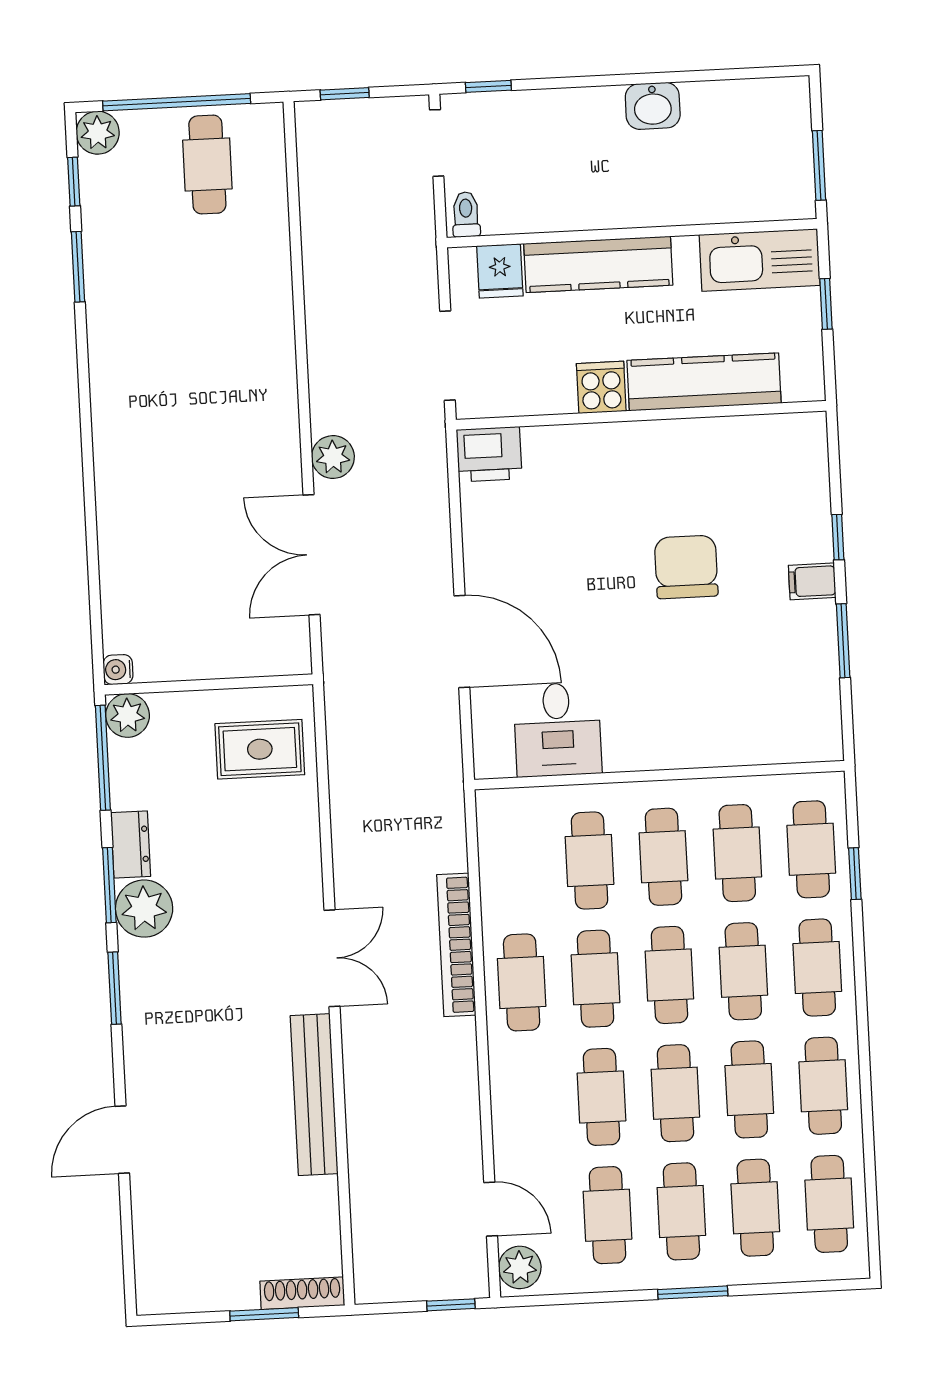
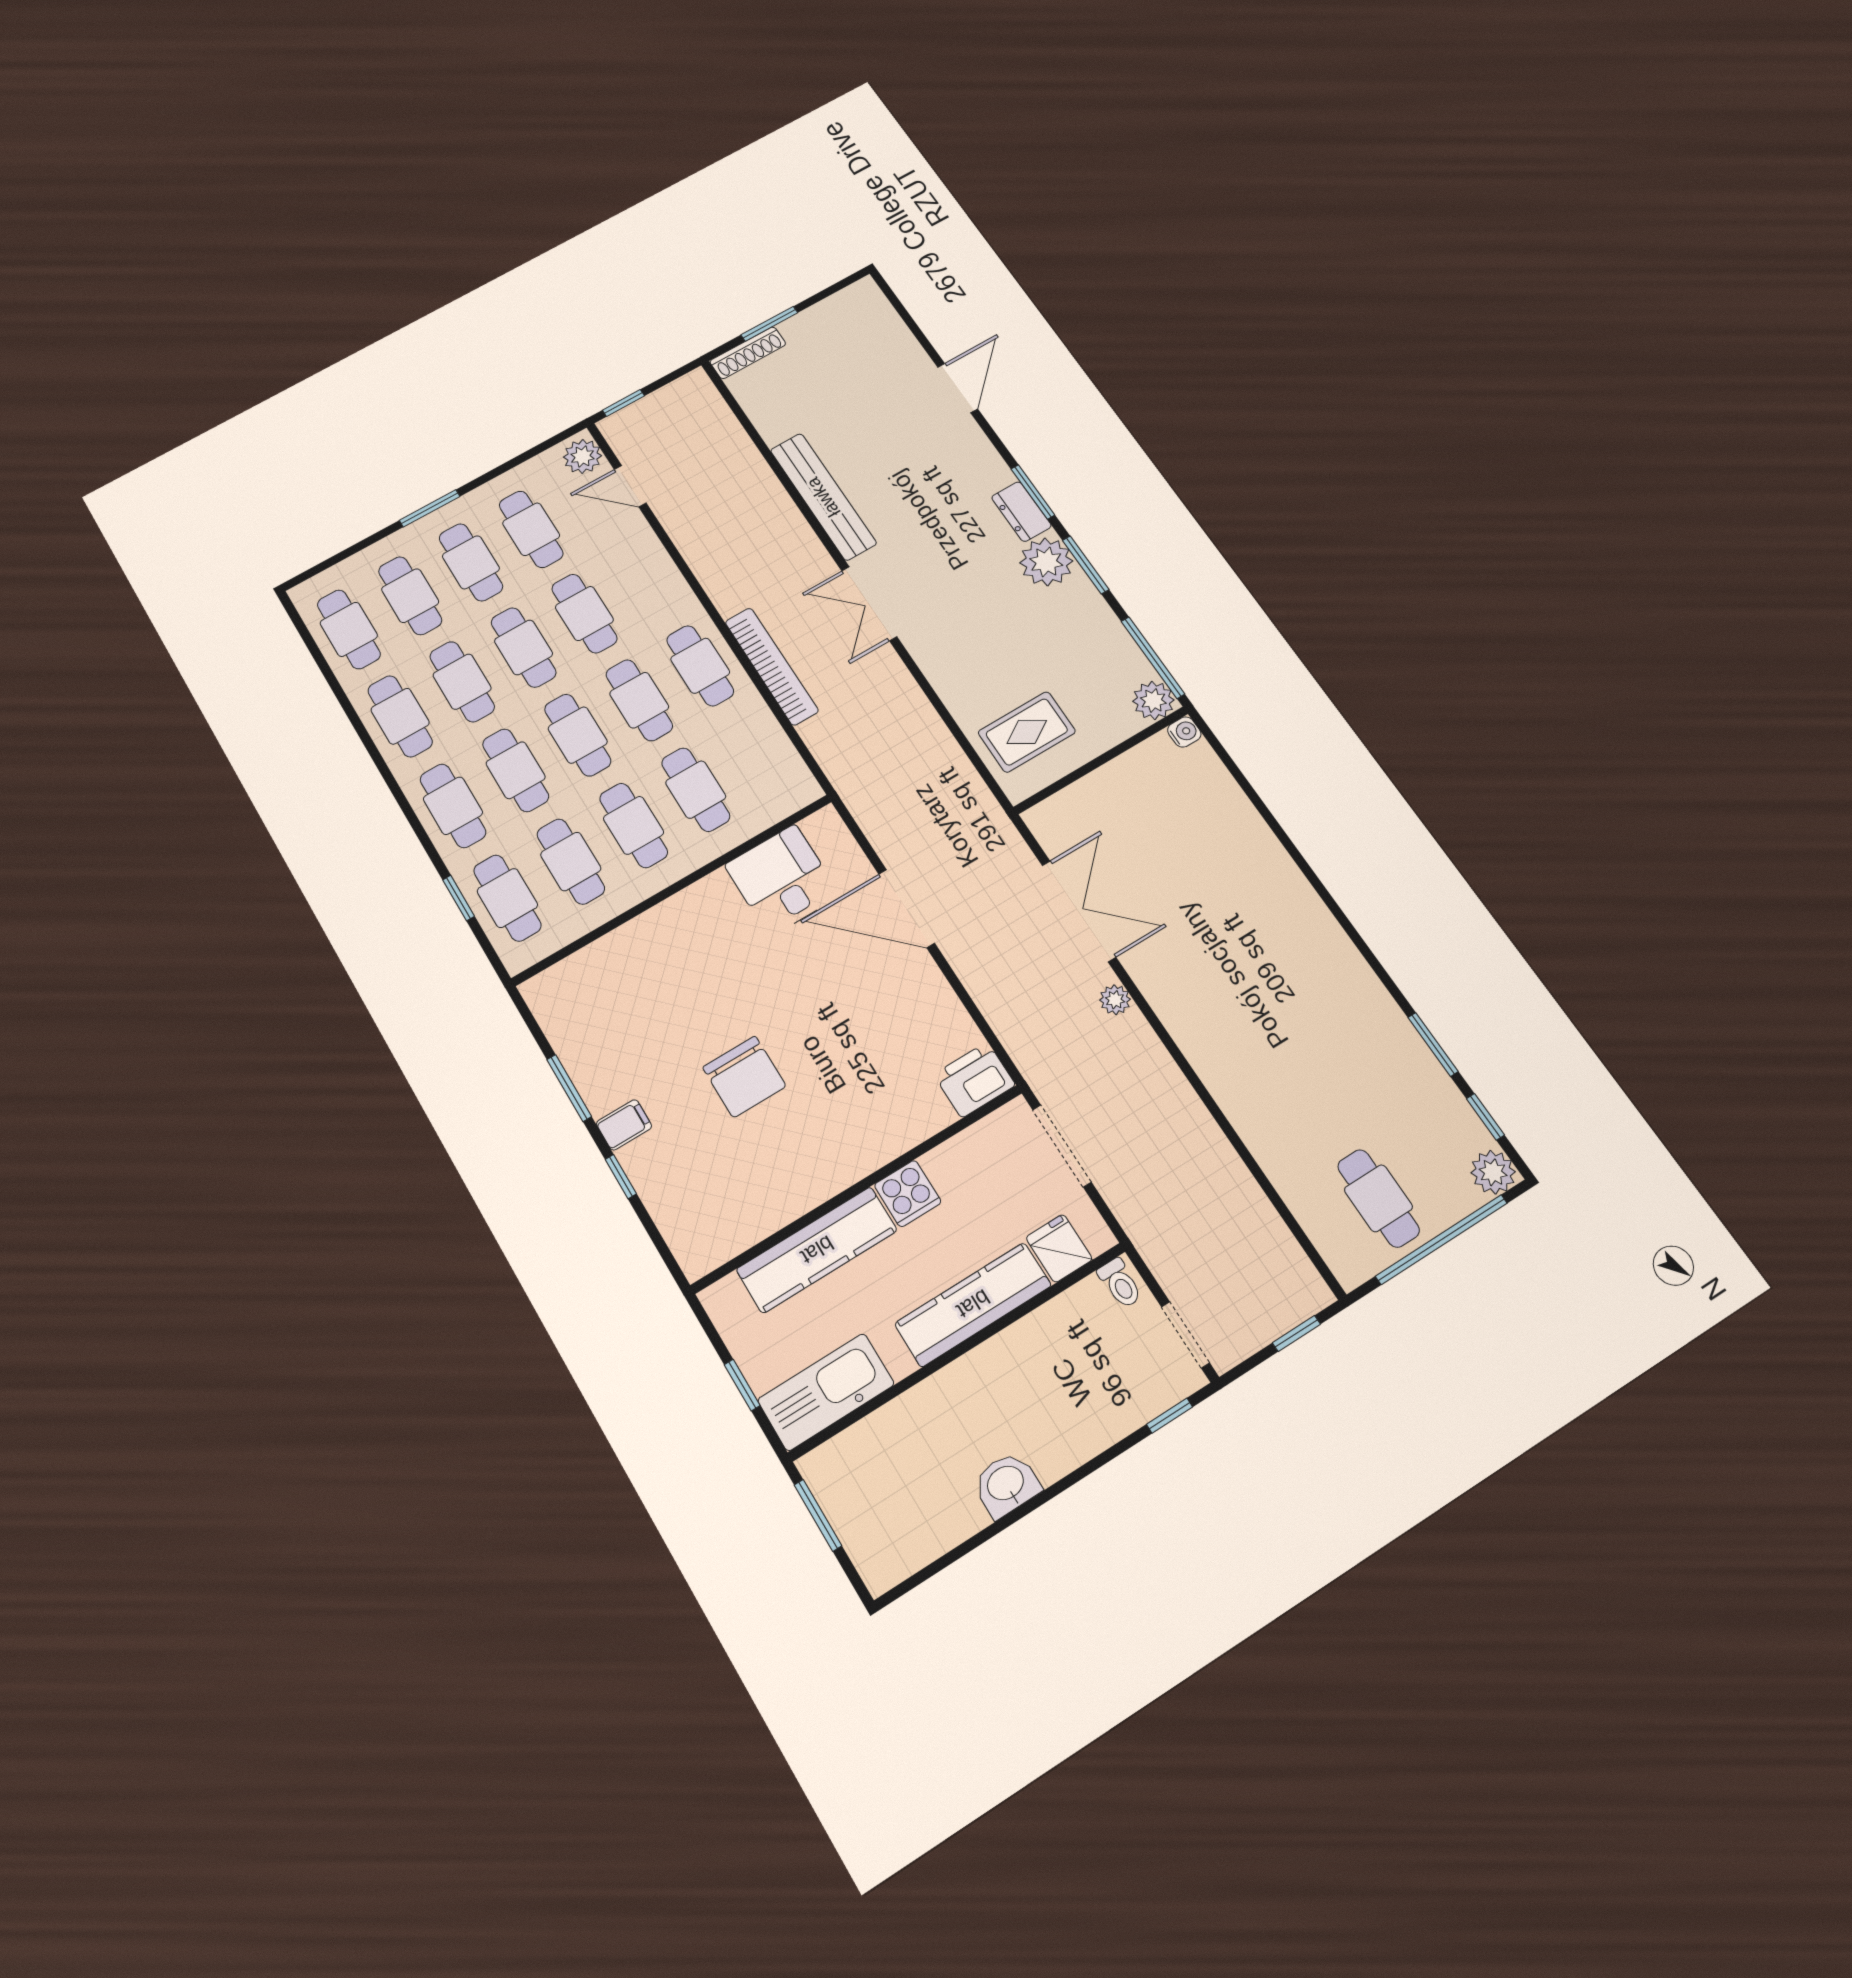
plant: (333, 457) -> (1115, 1000), width x0.73, depth x0.73
dresser: (131, 845) -> (1021, 512), moved

